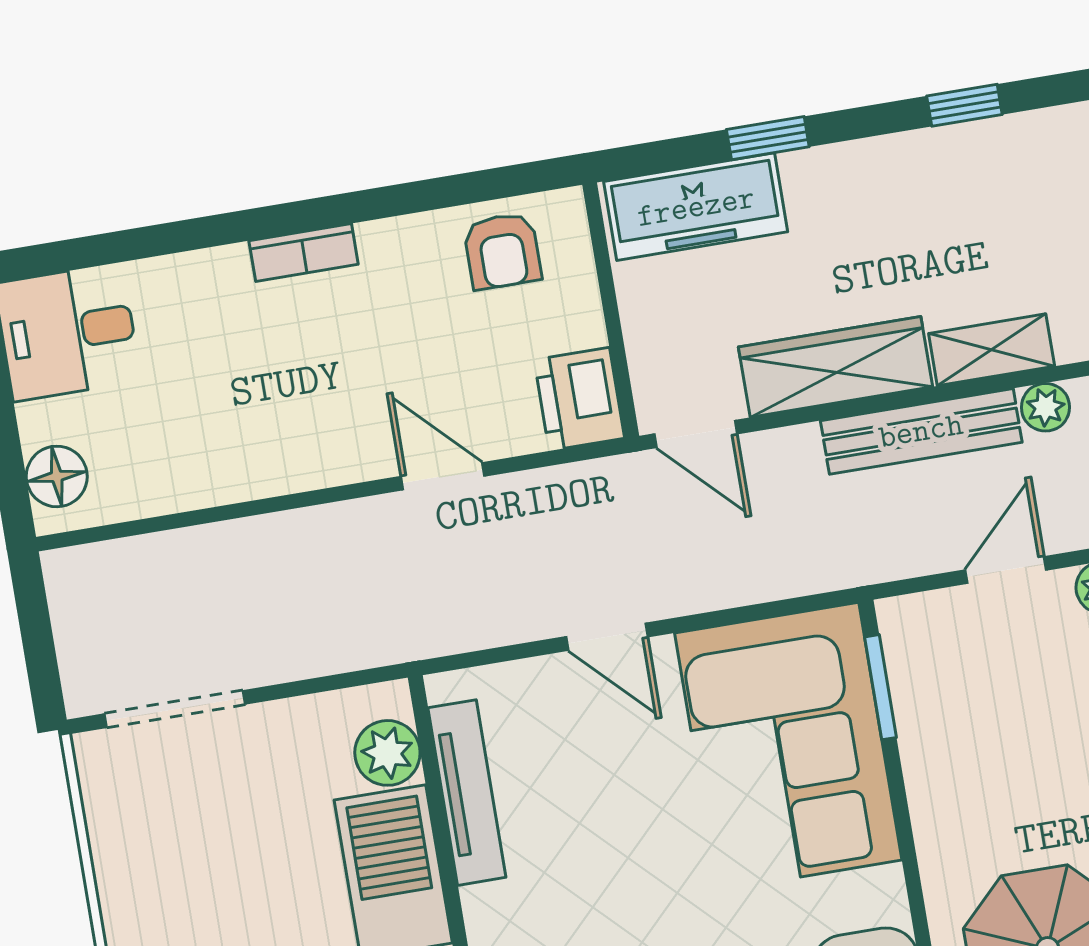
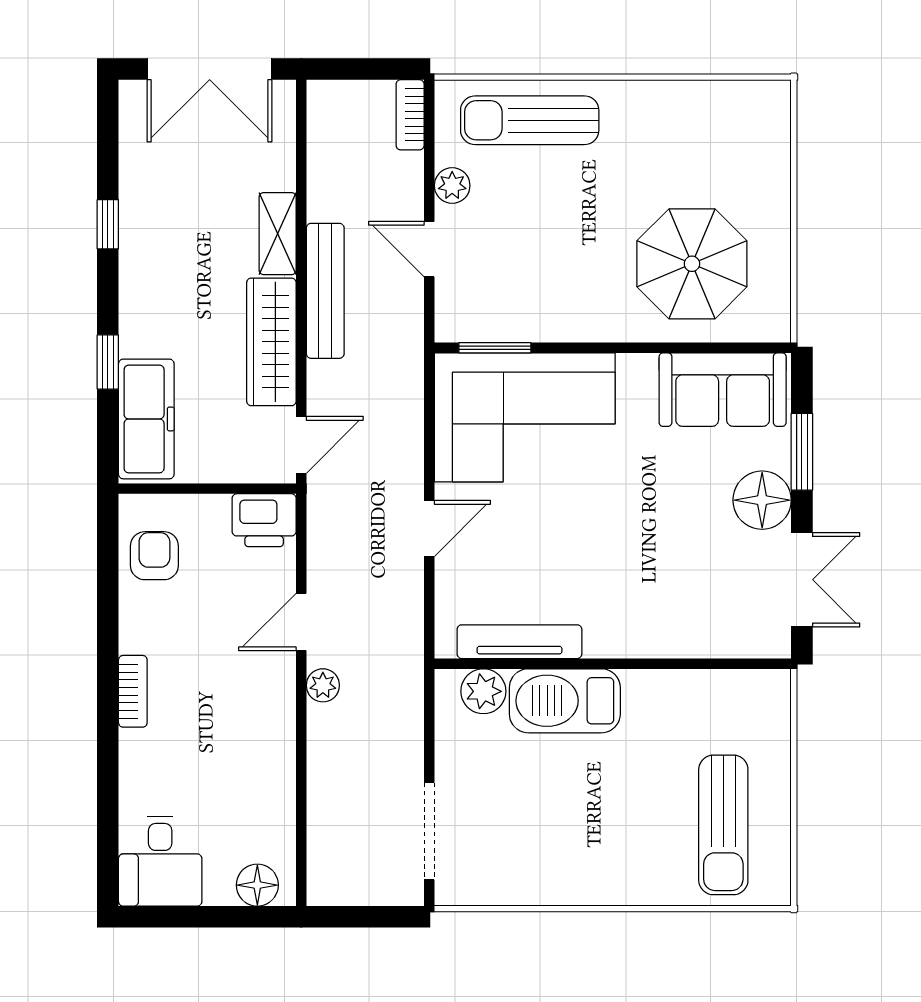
armchair: (502, 251) -> (154, 556), turned -90
plant: (1045, 407) -> (323, 685), moved

